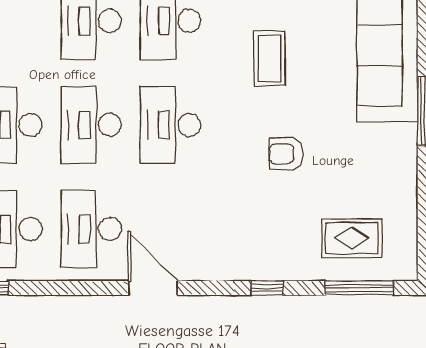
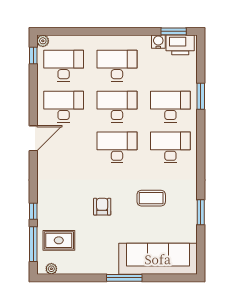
rug: (352, 238) -> (59, 240), turned 90
plant: (407, 253) -> (51, 269), added
window: (267, 288) -> (33, 211), moved

